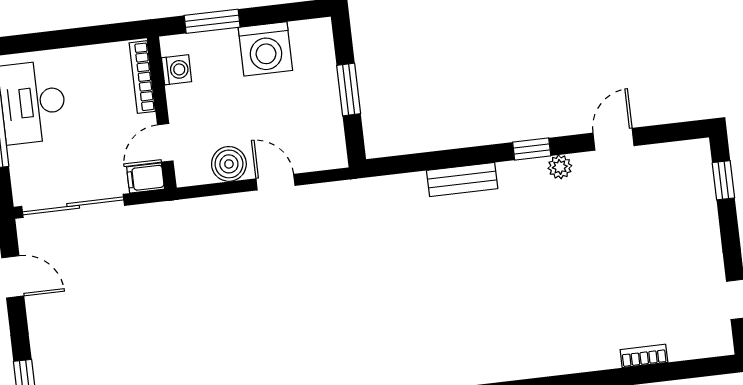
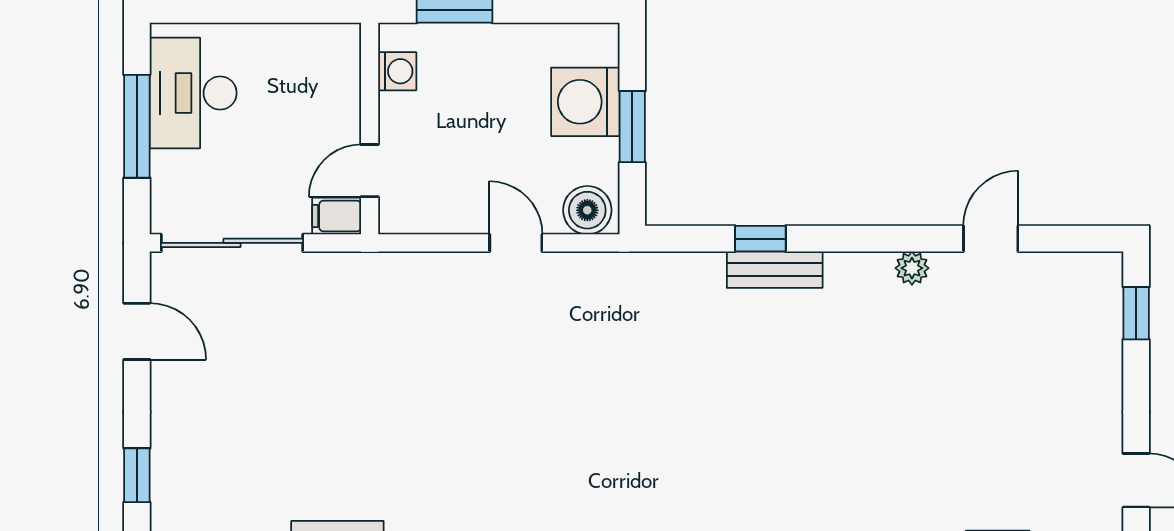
washing machine: (265, 49) -> (585, 102), moved, turned 90
bookcase: (142, 77) -> (349, 76), removed
window: (532, 149) -> (760, 239), moved
boiler: (229, 164) -> (587, 210), moved

